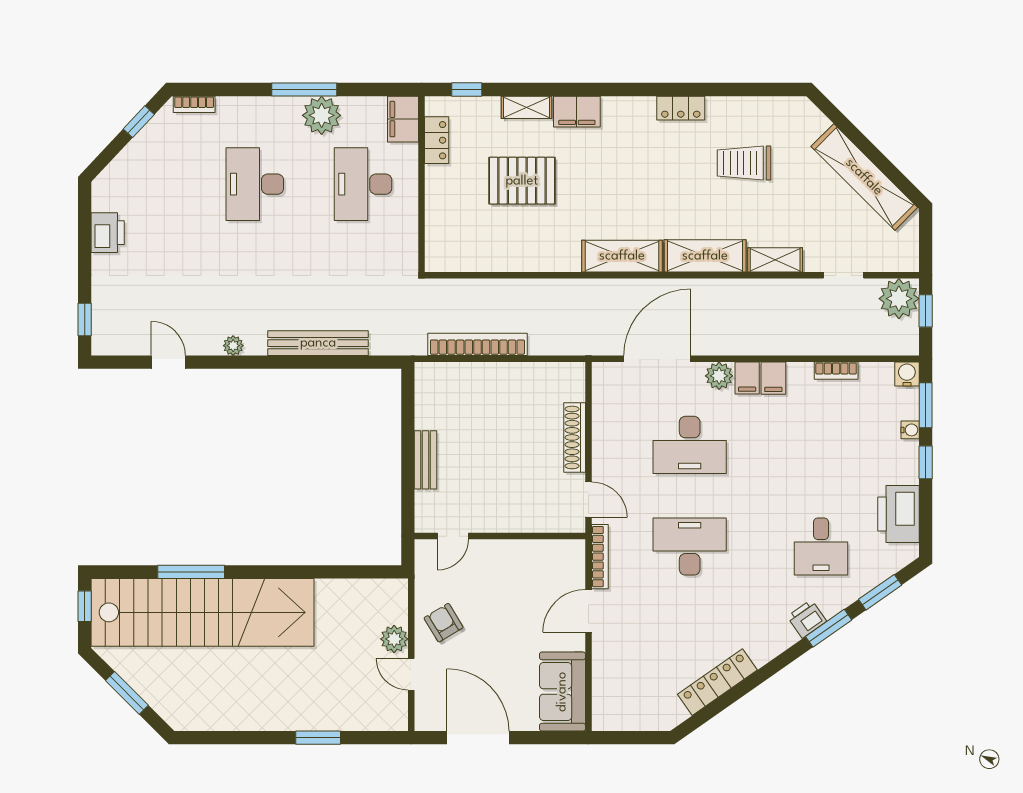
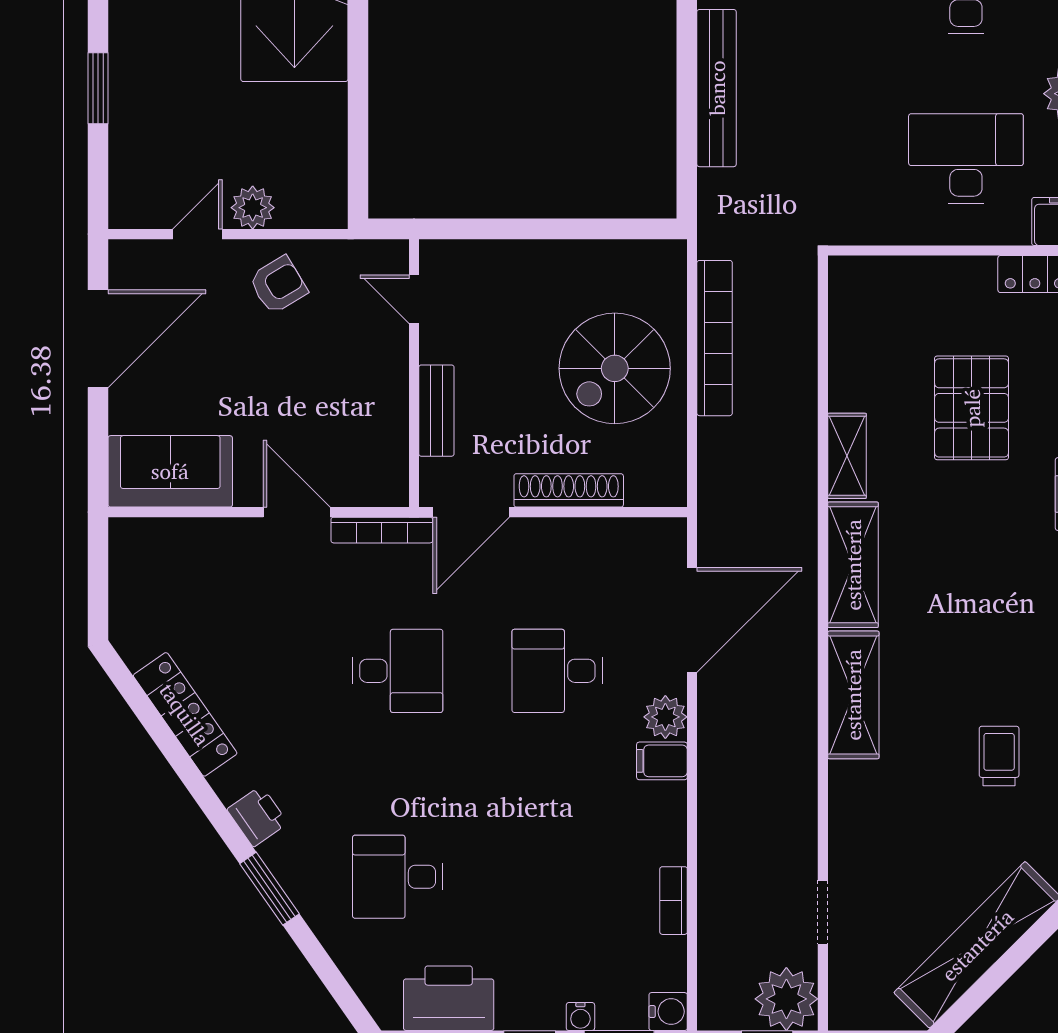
trolley: (744, 163) -> (999, 756), width x0.73, depth x0.72
shelving: (775, 260) -> (847, 456), moved
door: (657, 359) -> (692, 620), hinge flipped
filing cabinet: (773, 378) -> (662, 802), removed
spiral stairs: (497, 408) -> (615, 368), added
desk: (690, 445) -> (557, 671), width x0.73
bench: (425, 460) -> (436, 411), moved, turned 90
door: (588, 500) -> (471, 512), width x1.38
desk: (690, 547) -> (398, 671), width x0.73
window: (880, 592) -> (326, 969), removed
printer: (807, 619) -> (257, 816), moved

